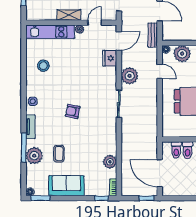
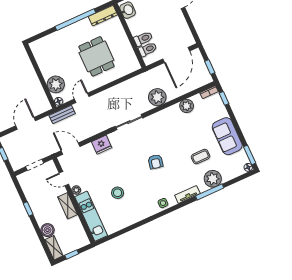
bench: (153, 35) -> (62, 114), moved
fridge: (110, 58) -> (102, 145), moved
stool: (43, 66) -> (118, 193), moved
plant: (130, 76) -> (157, 97), moved
window: (146, 198) -> (210, 67), moved

